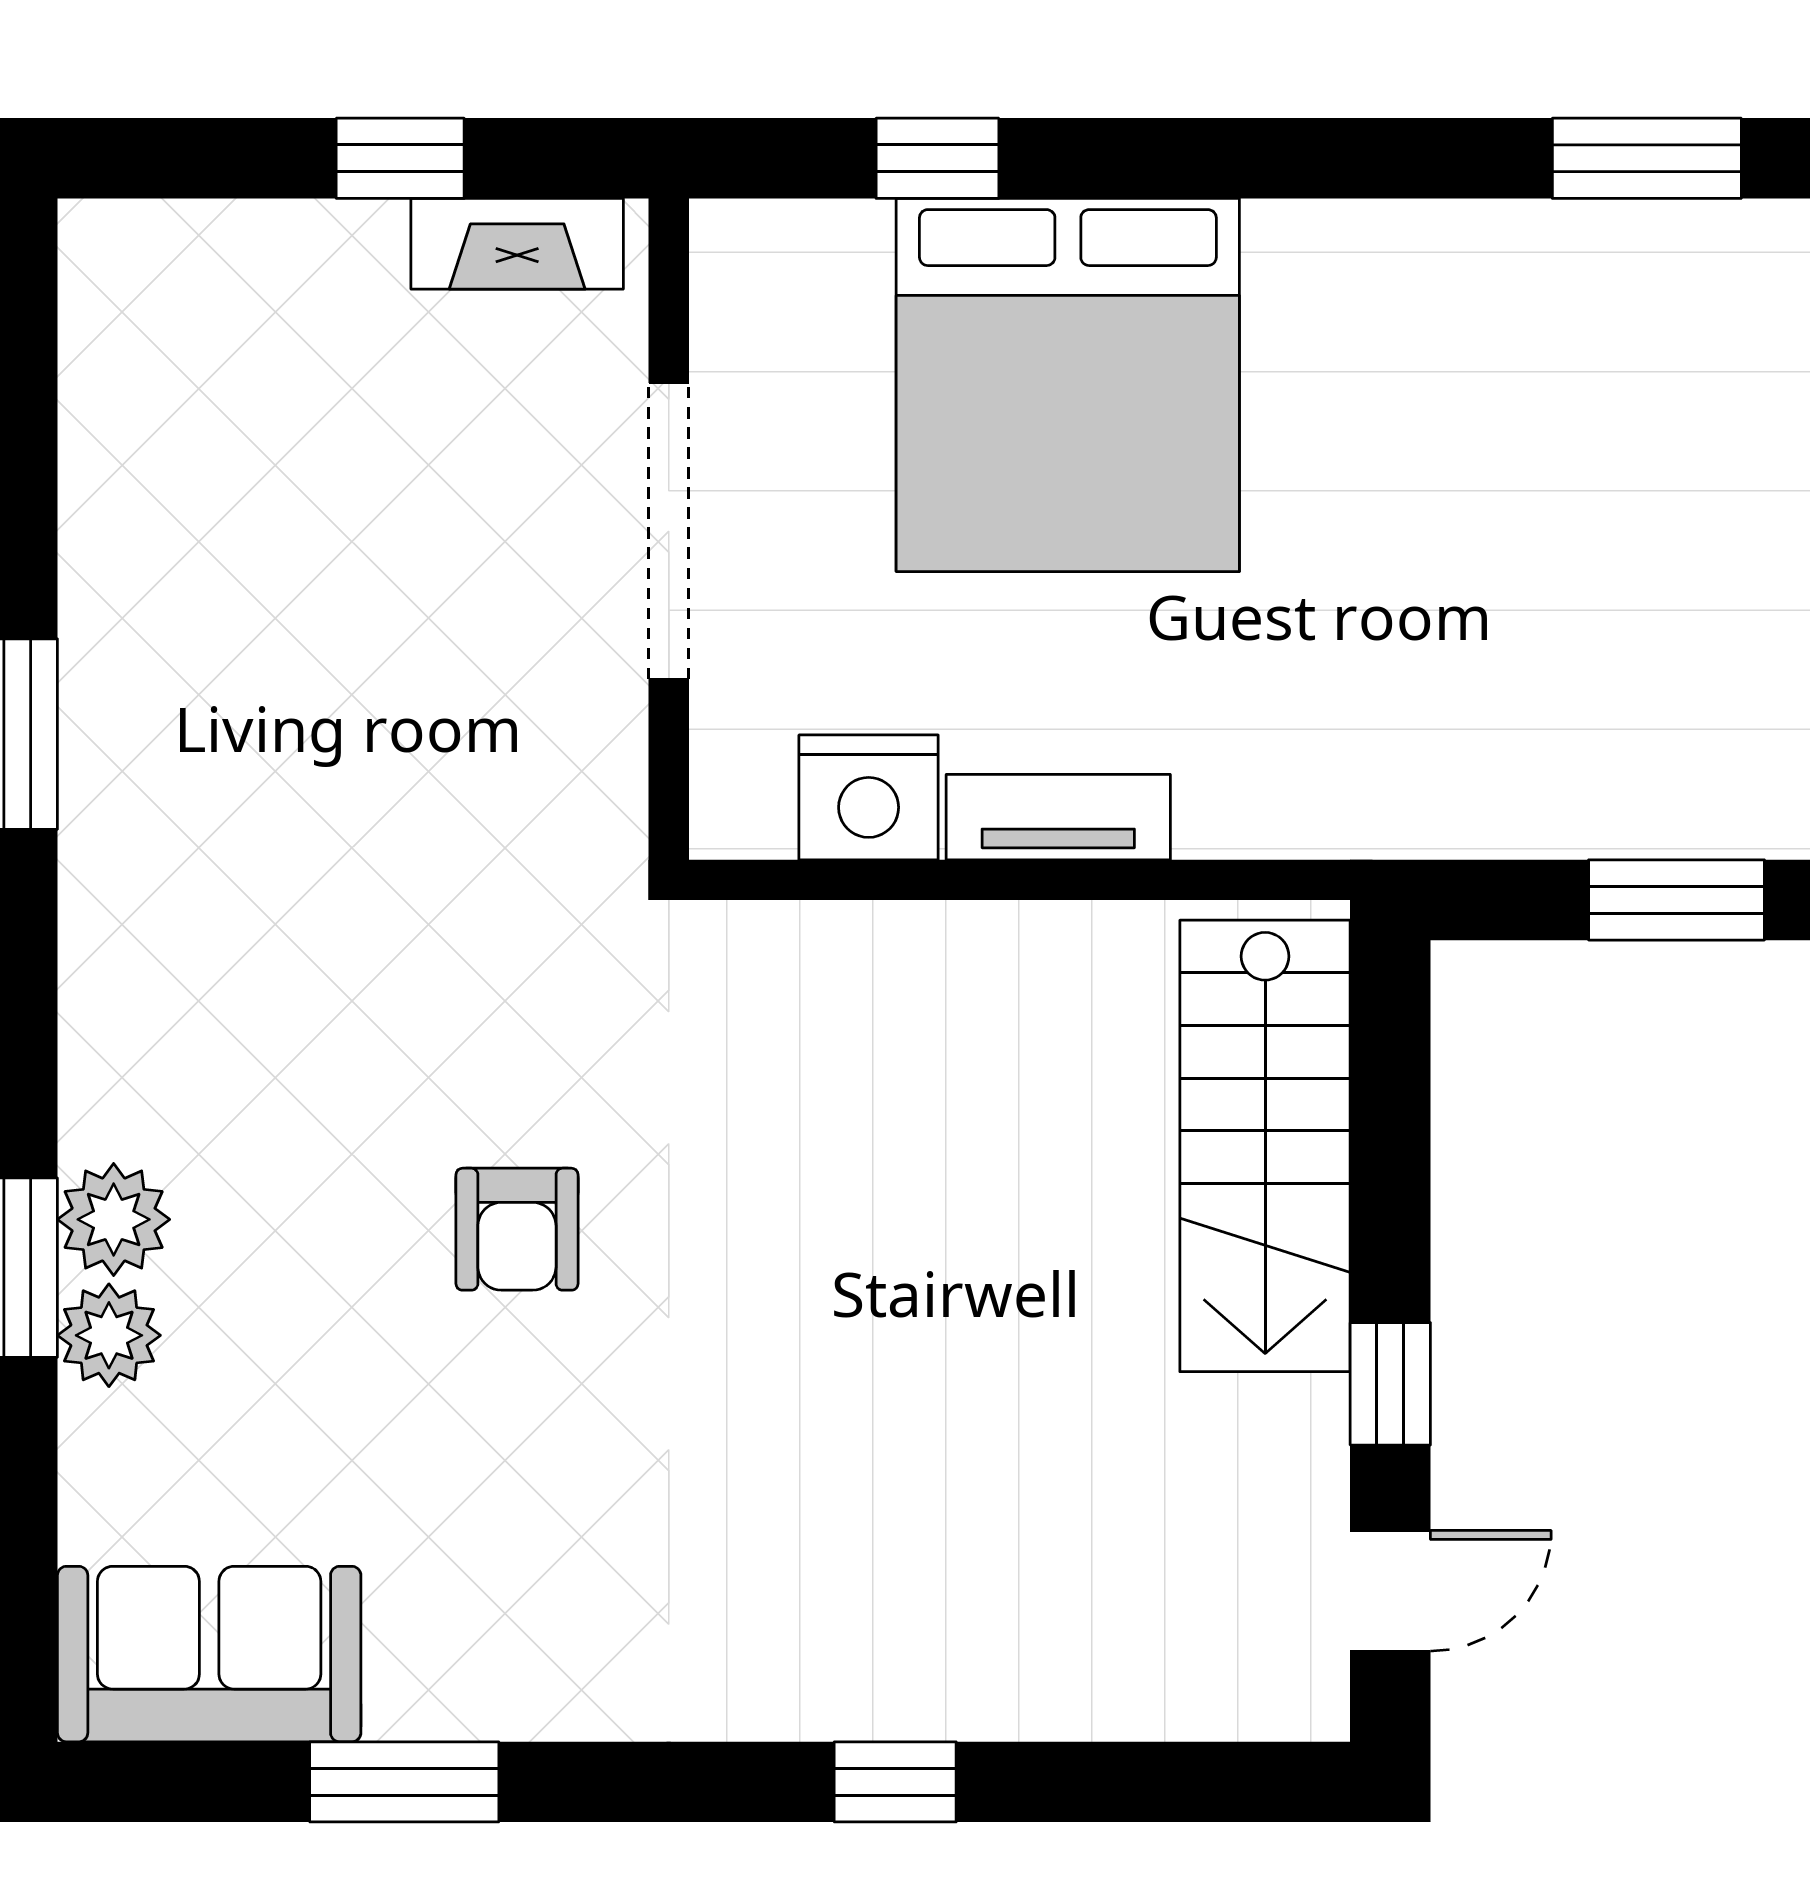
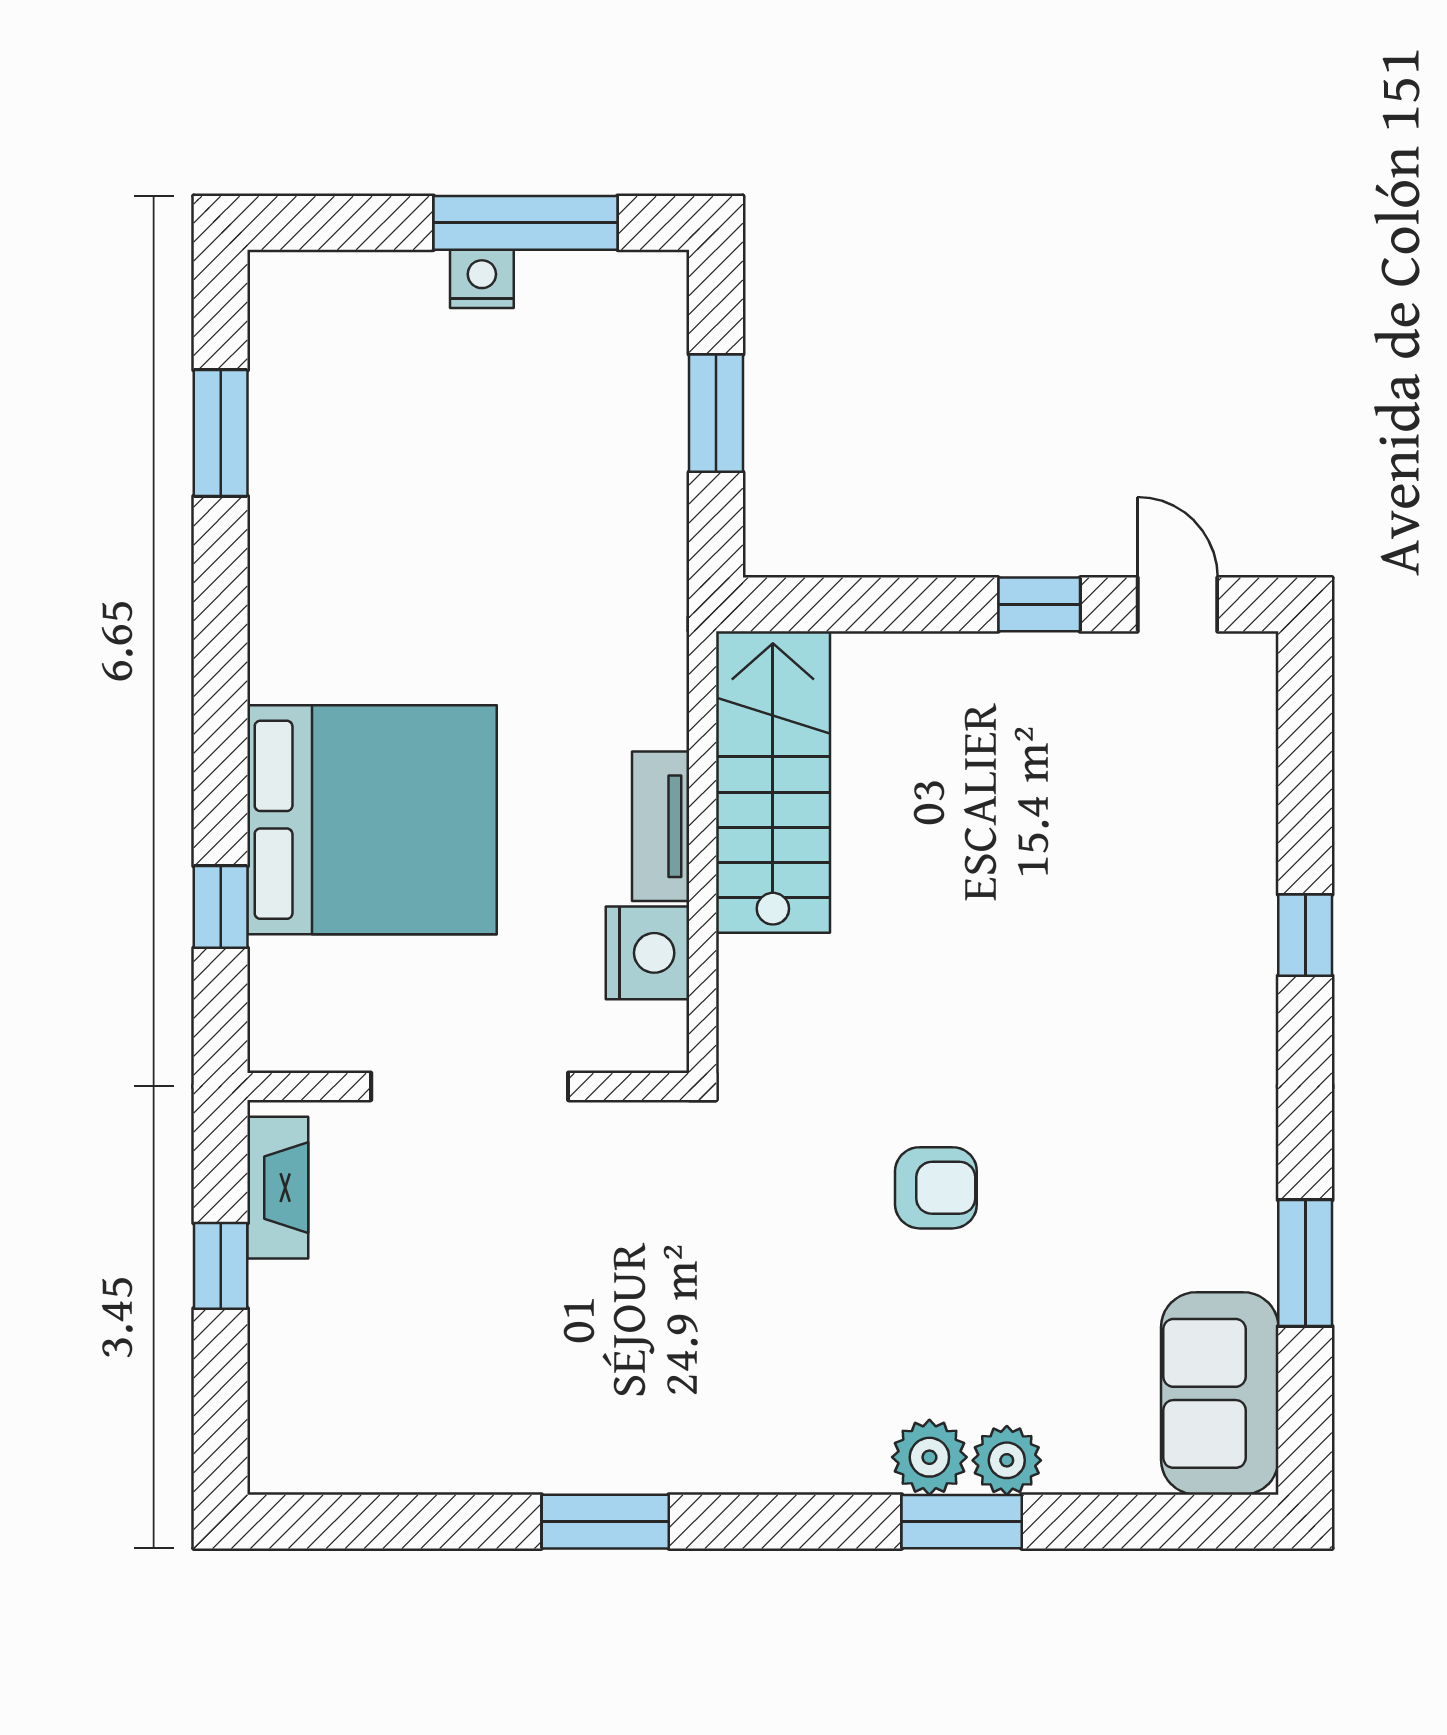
stairs: (1265, 1146) -> (773, 782), moved, turned -90

